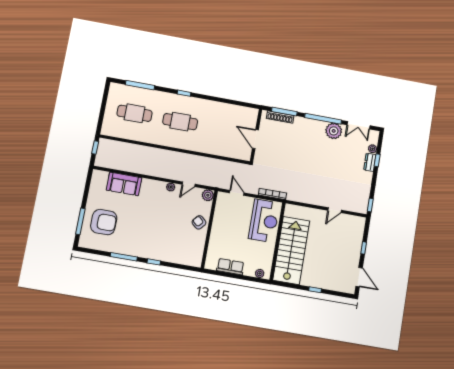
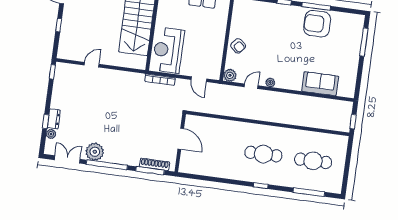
armchair: (104, 222) -> (317, 24), moved

